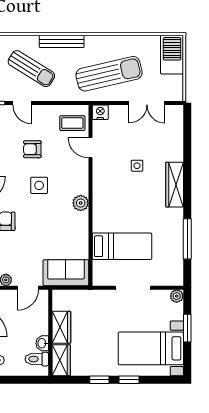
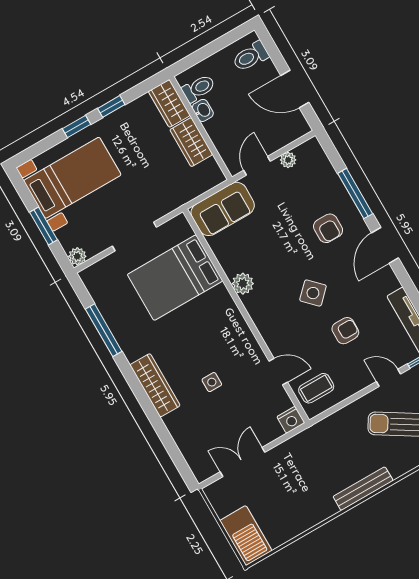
bench: (62, 41) -> (363, 489), moved
sun lounger: (109, 74) -> (307, 471), removed
side table: (39, 185) -> (313, 293), turned 45
plant: (81, 203) -> (243, 284), moved
bed: (122, 246) -> (175, 278), width x1.50

